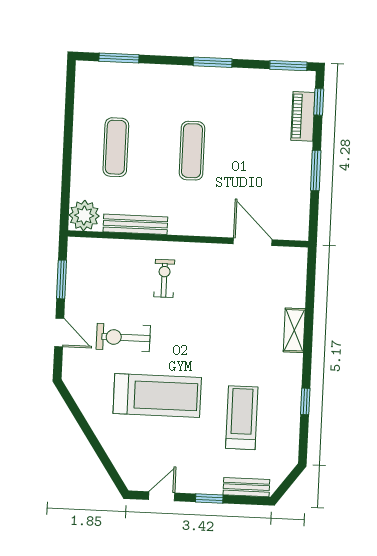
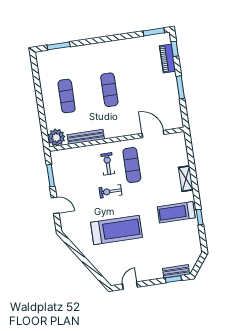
window: (213, 62) -> (111, 38), removed
exercise mat: (205, 288) -> (132, 165), added
exercise bike: (123, 337) -> (110, 191), moved, width x0.73, depth x0.72
treadmill: (242, 418) -> (176, 212), moved, turned -90
window: (209, 498) -> (173, 279), moved

